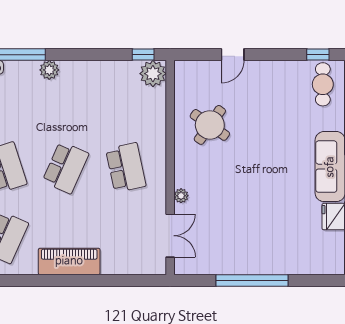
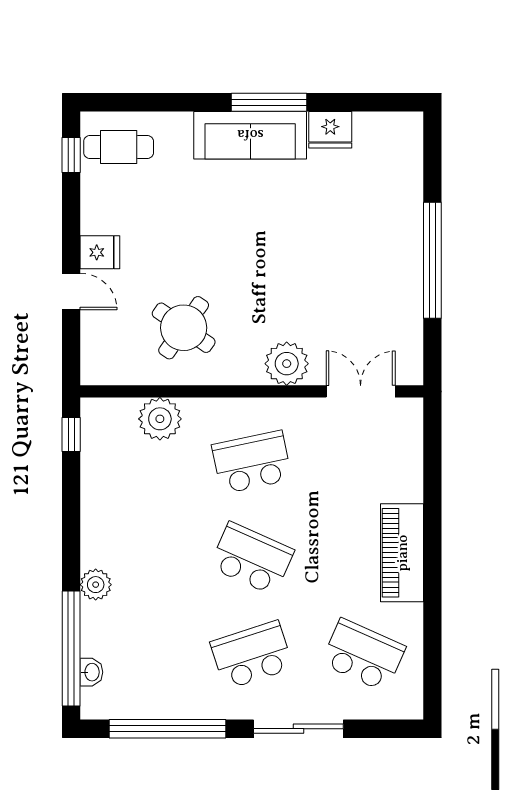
fridge: (257, 73) -> (100, 252), added
plant: (153, 74) -> (160, 419), moved
plant: (181, 196) -> (287, 364), width x1.88, depth x1.88

